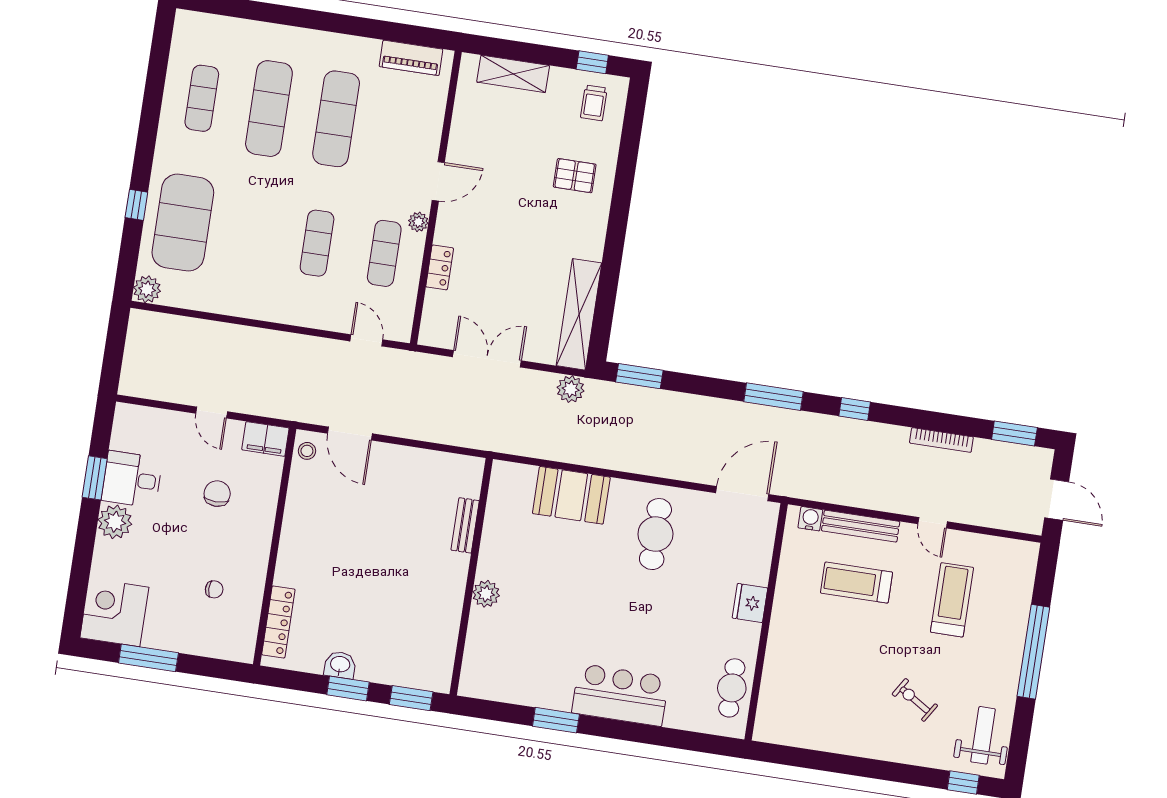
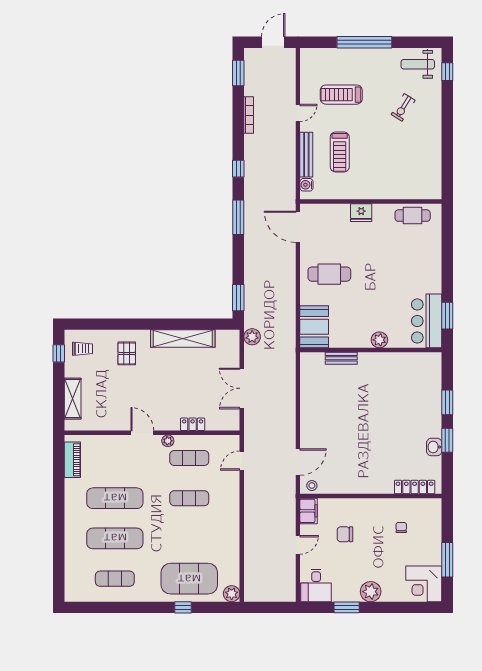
shelving: (579, 314) -> (183, 339), moved
desk: (132, 479) -> (316, 585), moved
bench: (465, 525) -> (341, 358), moved
wall: (471, 577) -> (371, 350), moved
plant: (486, 594) -> (379, 340), moved
bar counter: (620, 695) -> (427, 321), moved

